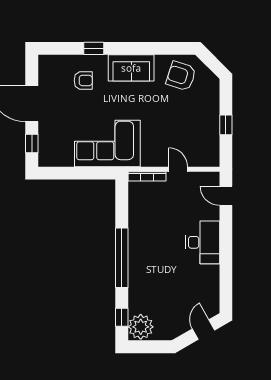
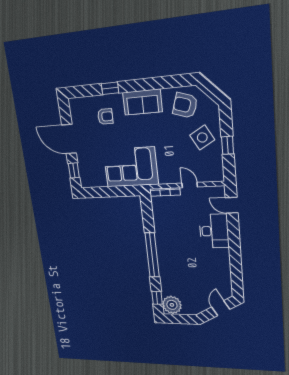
side table: (198, 114) -> (202, 137), added
desk: (203, 242) -> (214, 231), moved

